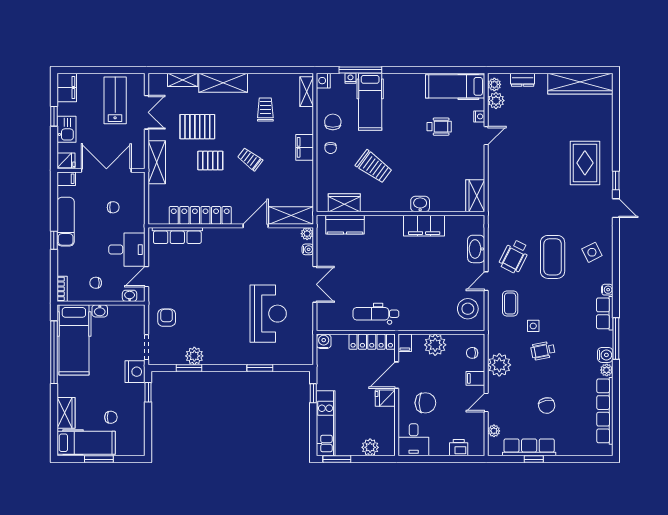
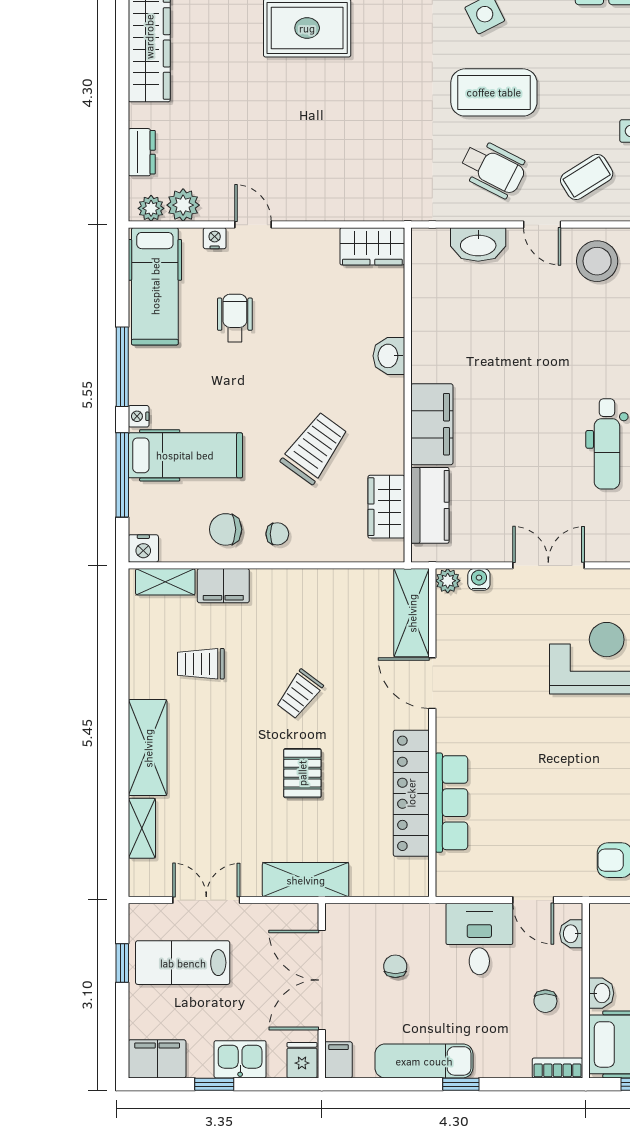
window: (115, 70) -> (122, 963), added
window: (415, 70) -> (122, 367), added
nightstand: (350, 78) -> (139, 416), moved
pallet: (197, 127) -> (235, 799), removed
filing cabinet: (305, 147) -> (223, 586), moved
filing cabinet: (424, 226) -> (432, 424), moved
row of seats: (177, 236) -> (451, 803), moved
coffee table: (510, 304) -> (587, 177), turned -32

